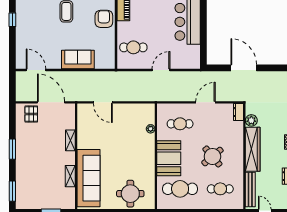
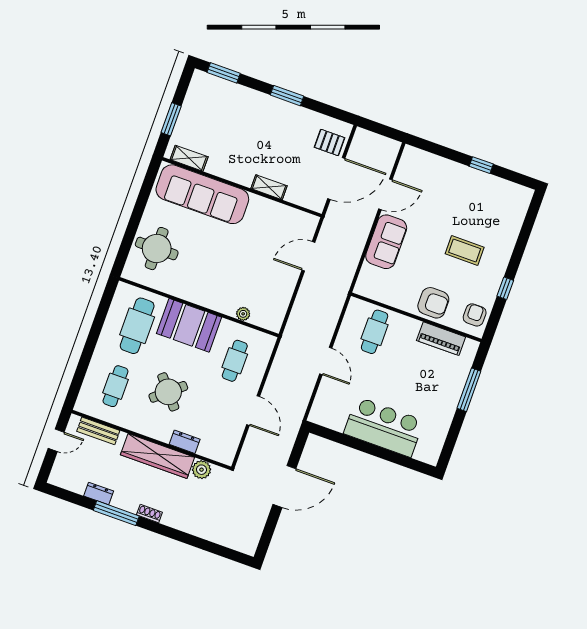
door: (36, 70) -> (385, 194), moved
dresser: (238, 112) -> (185, 442), moved
shelving: (70, 176) -> (189, 158), moved
bench: (250, 190) -> (98, 431), width x0.73

